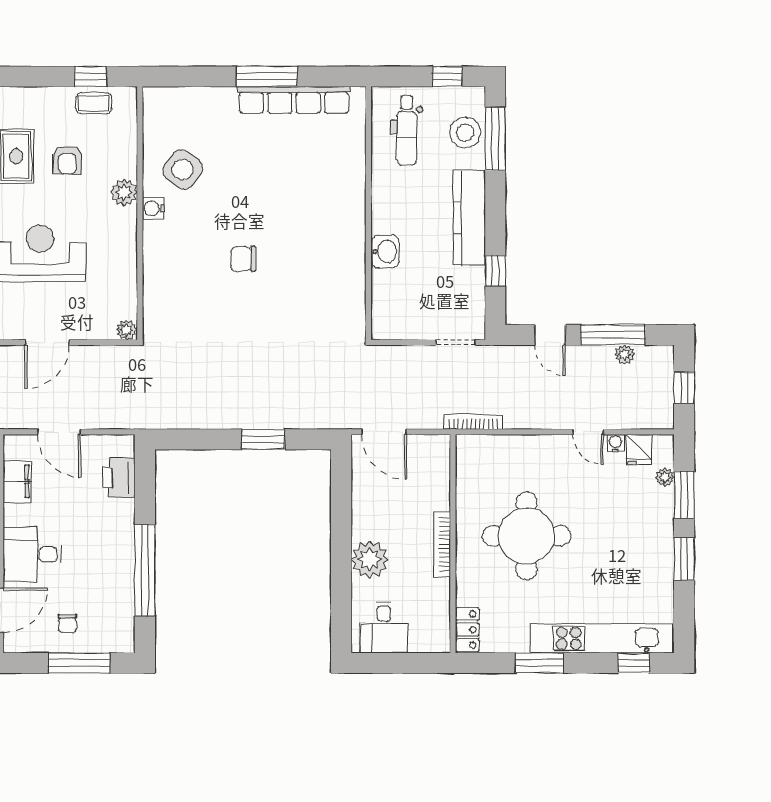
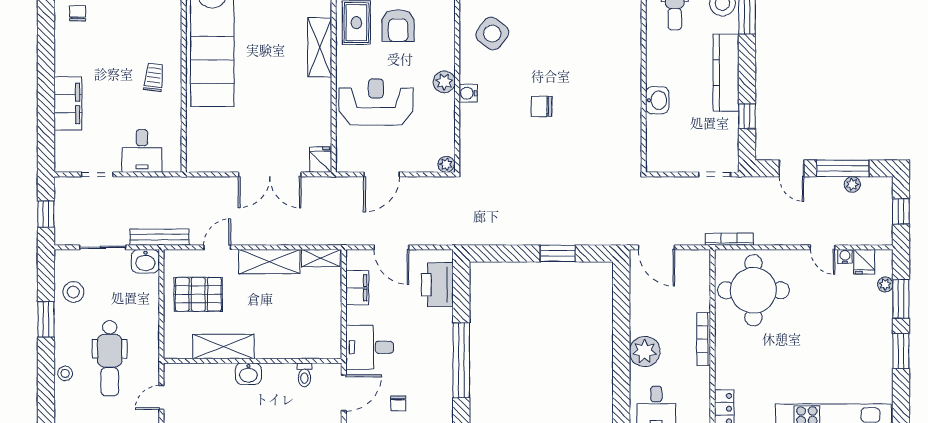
armchair: (67, 160) -> (398, 26), width x1.38, depth x1.38
plant: (124, 193) -> (444, 82), moved
water cooler: (153, 208) -> (468, 93), moved
printer: (119, 478) -> (437, 285), width x1.37, depth x1.19
round table: (526, 536) -> (753, 290), moved

